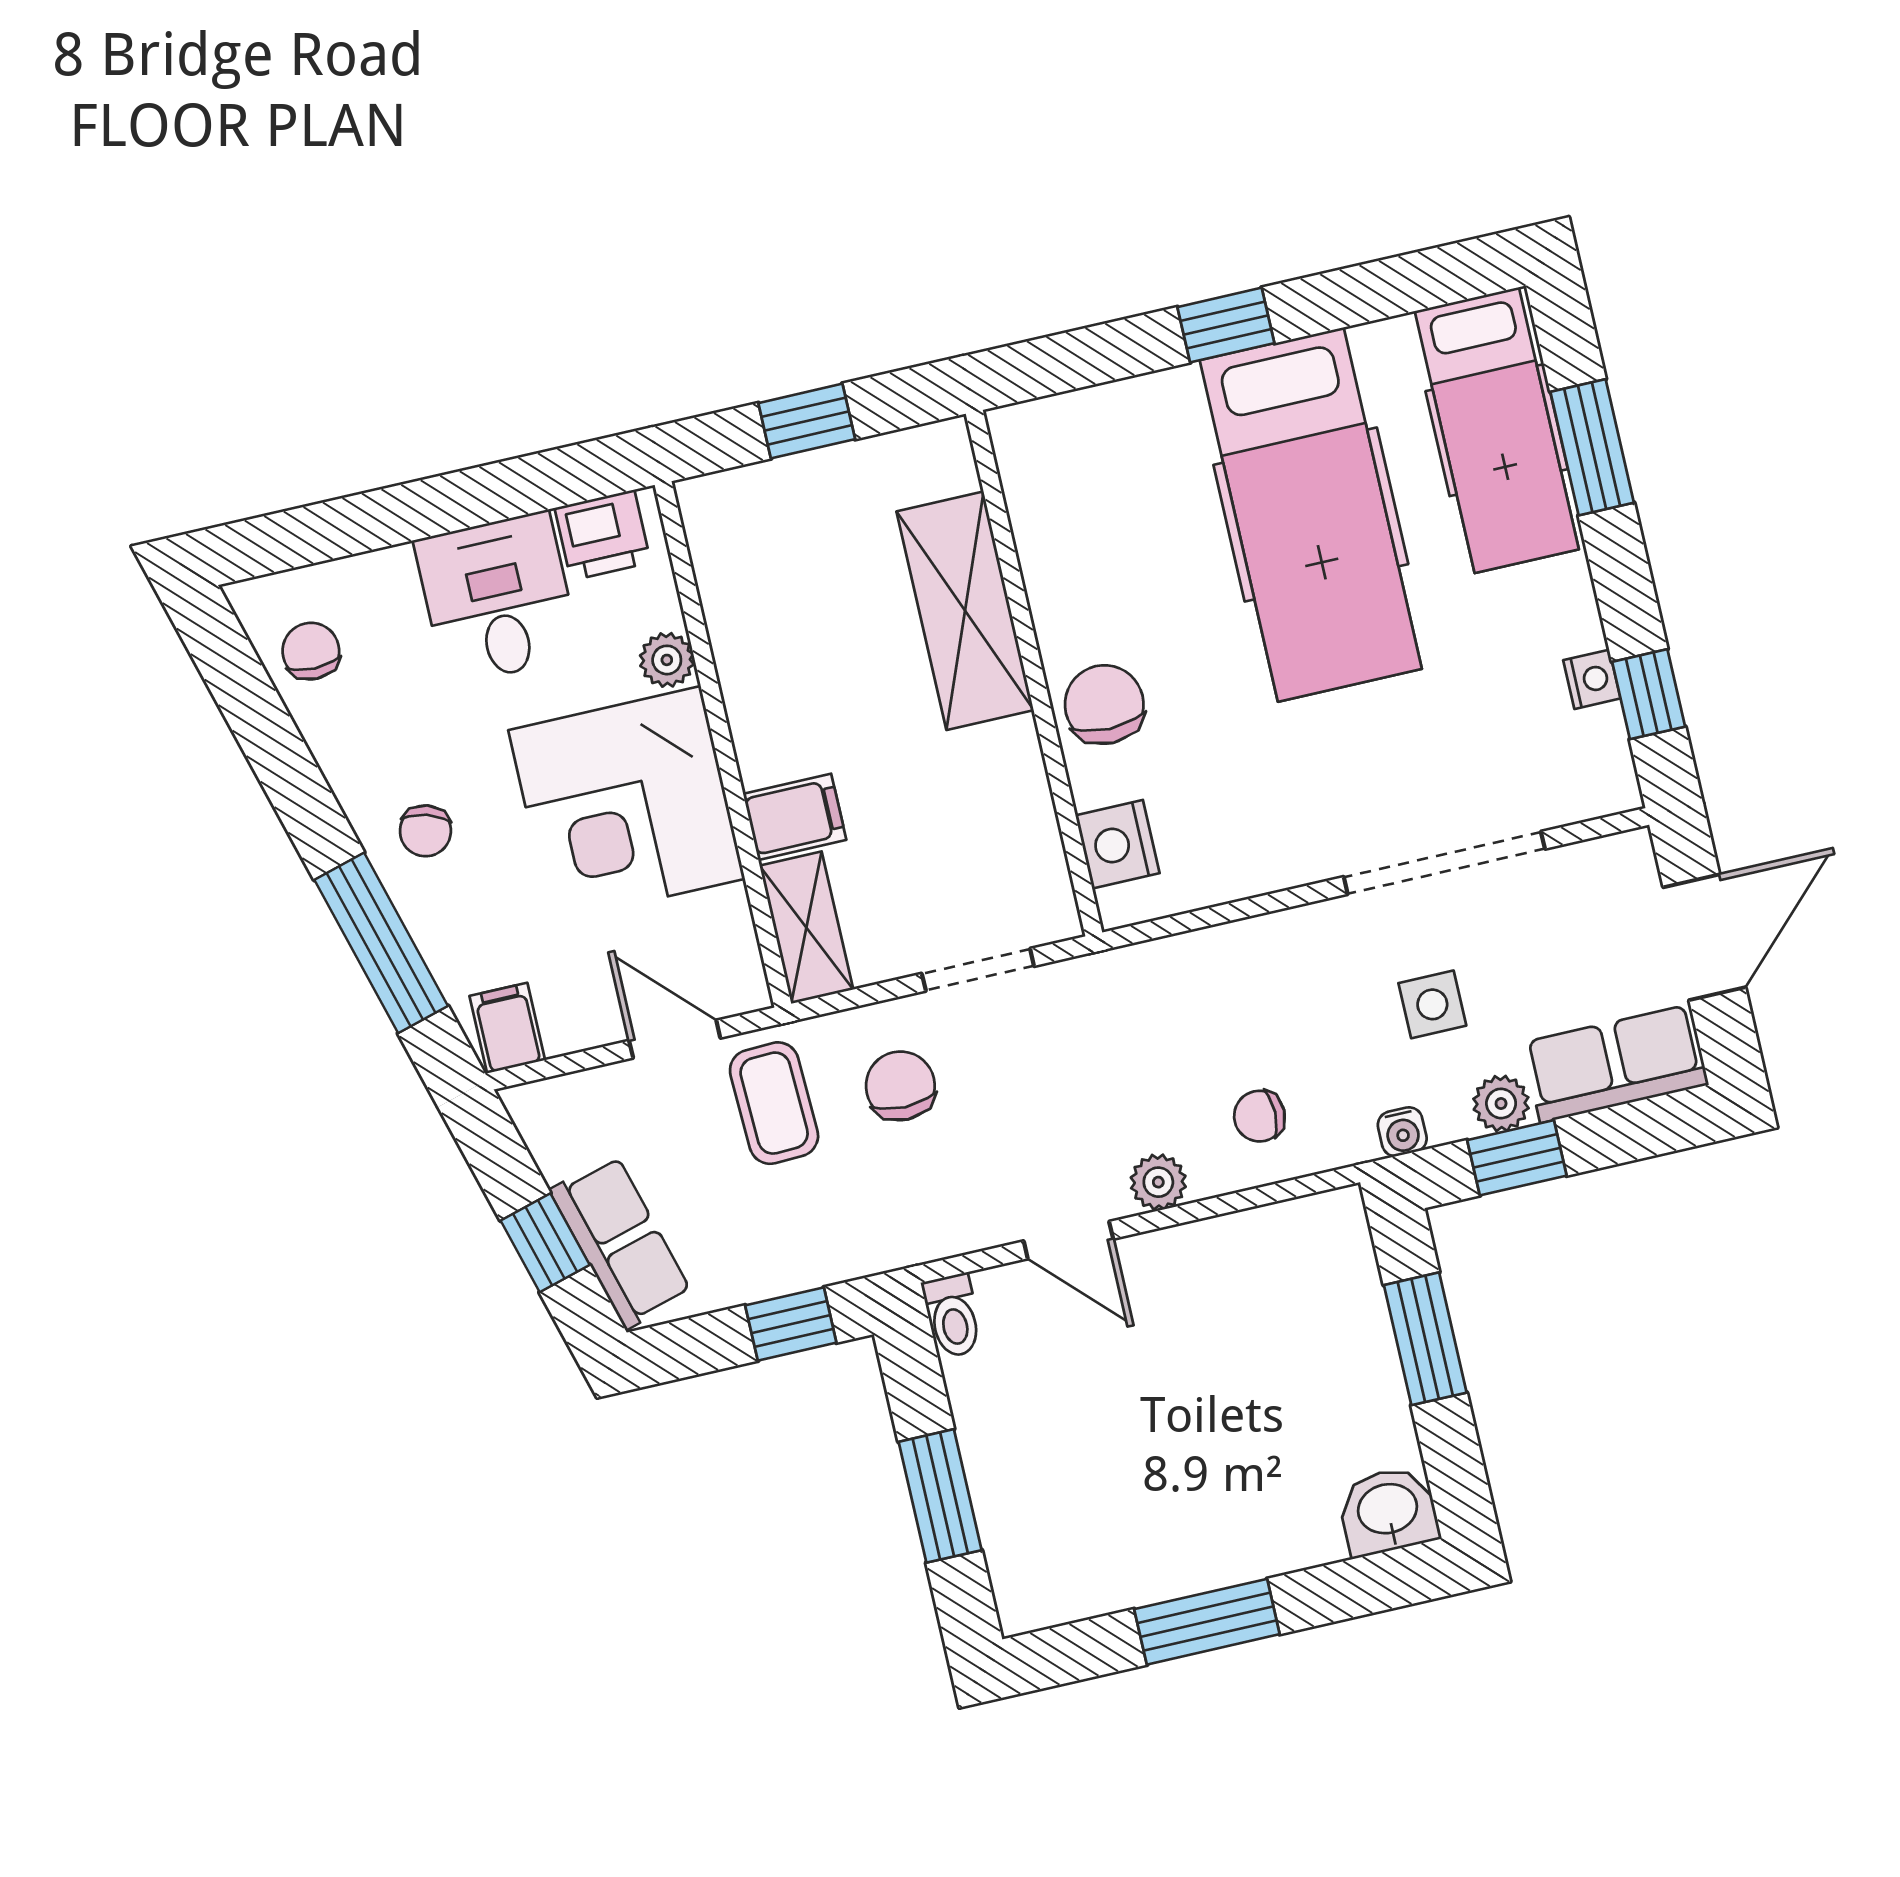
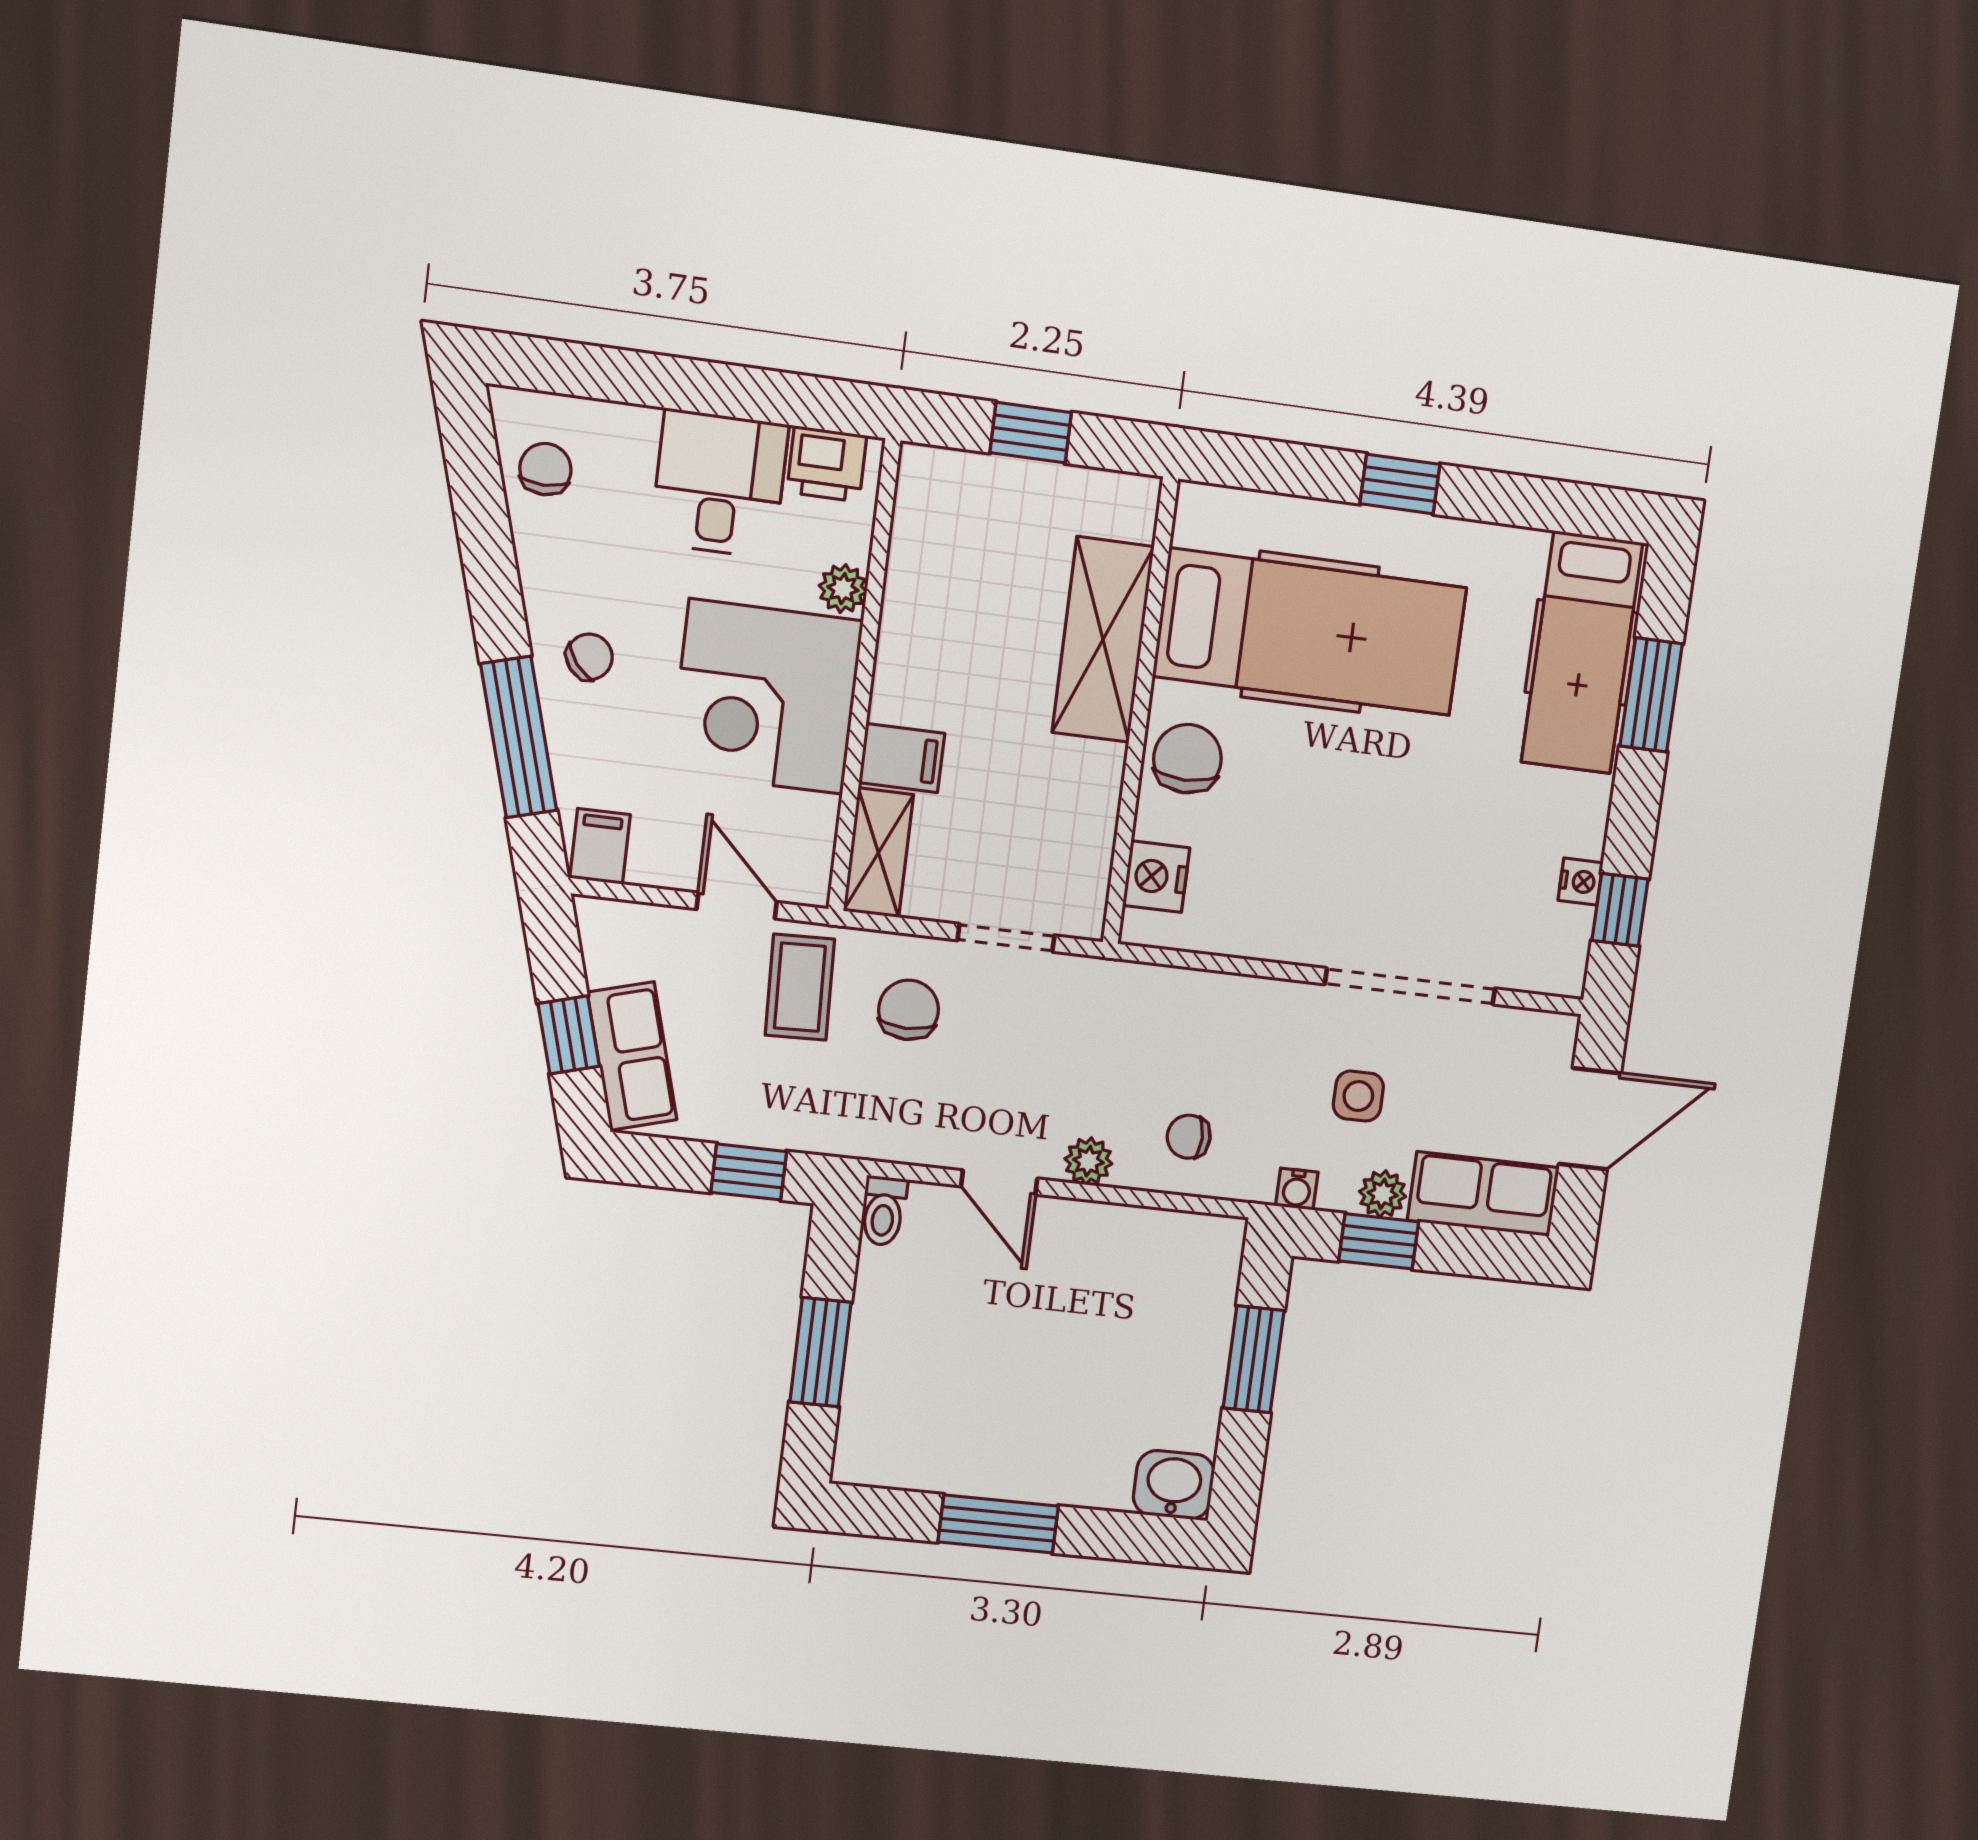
hospital bed: (1311, 514) -> (1310, 632), moved, turned -90
chair: (425, 831) -> (589, 657), turned -145

